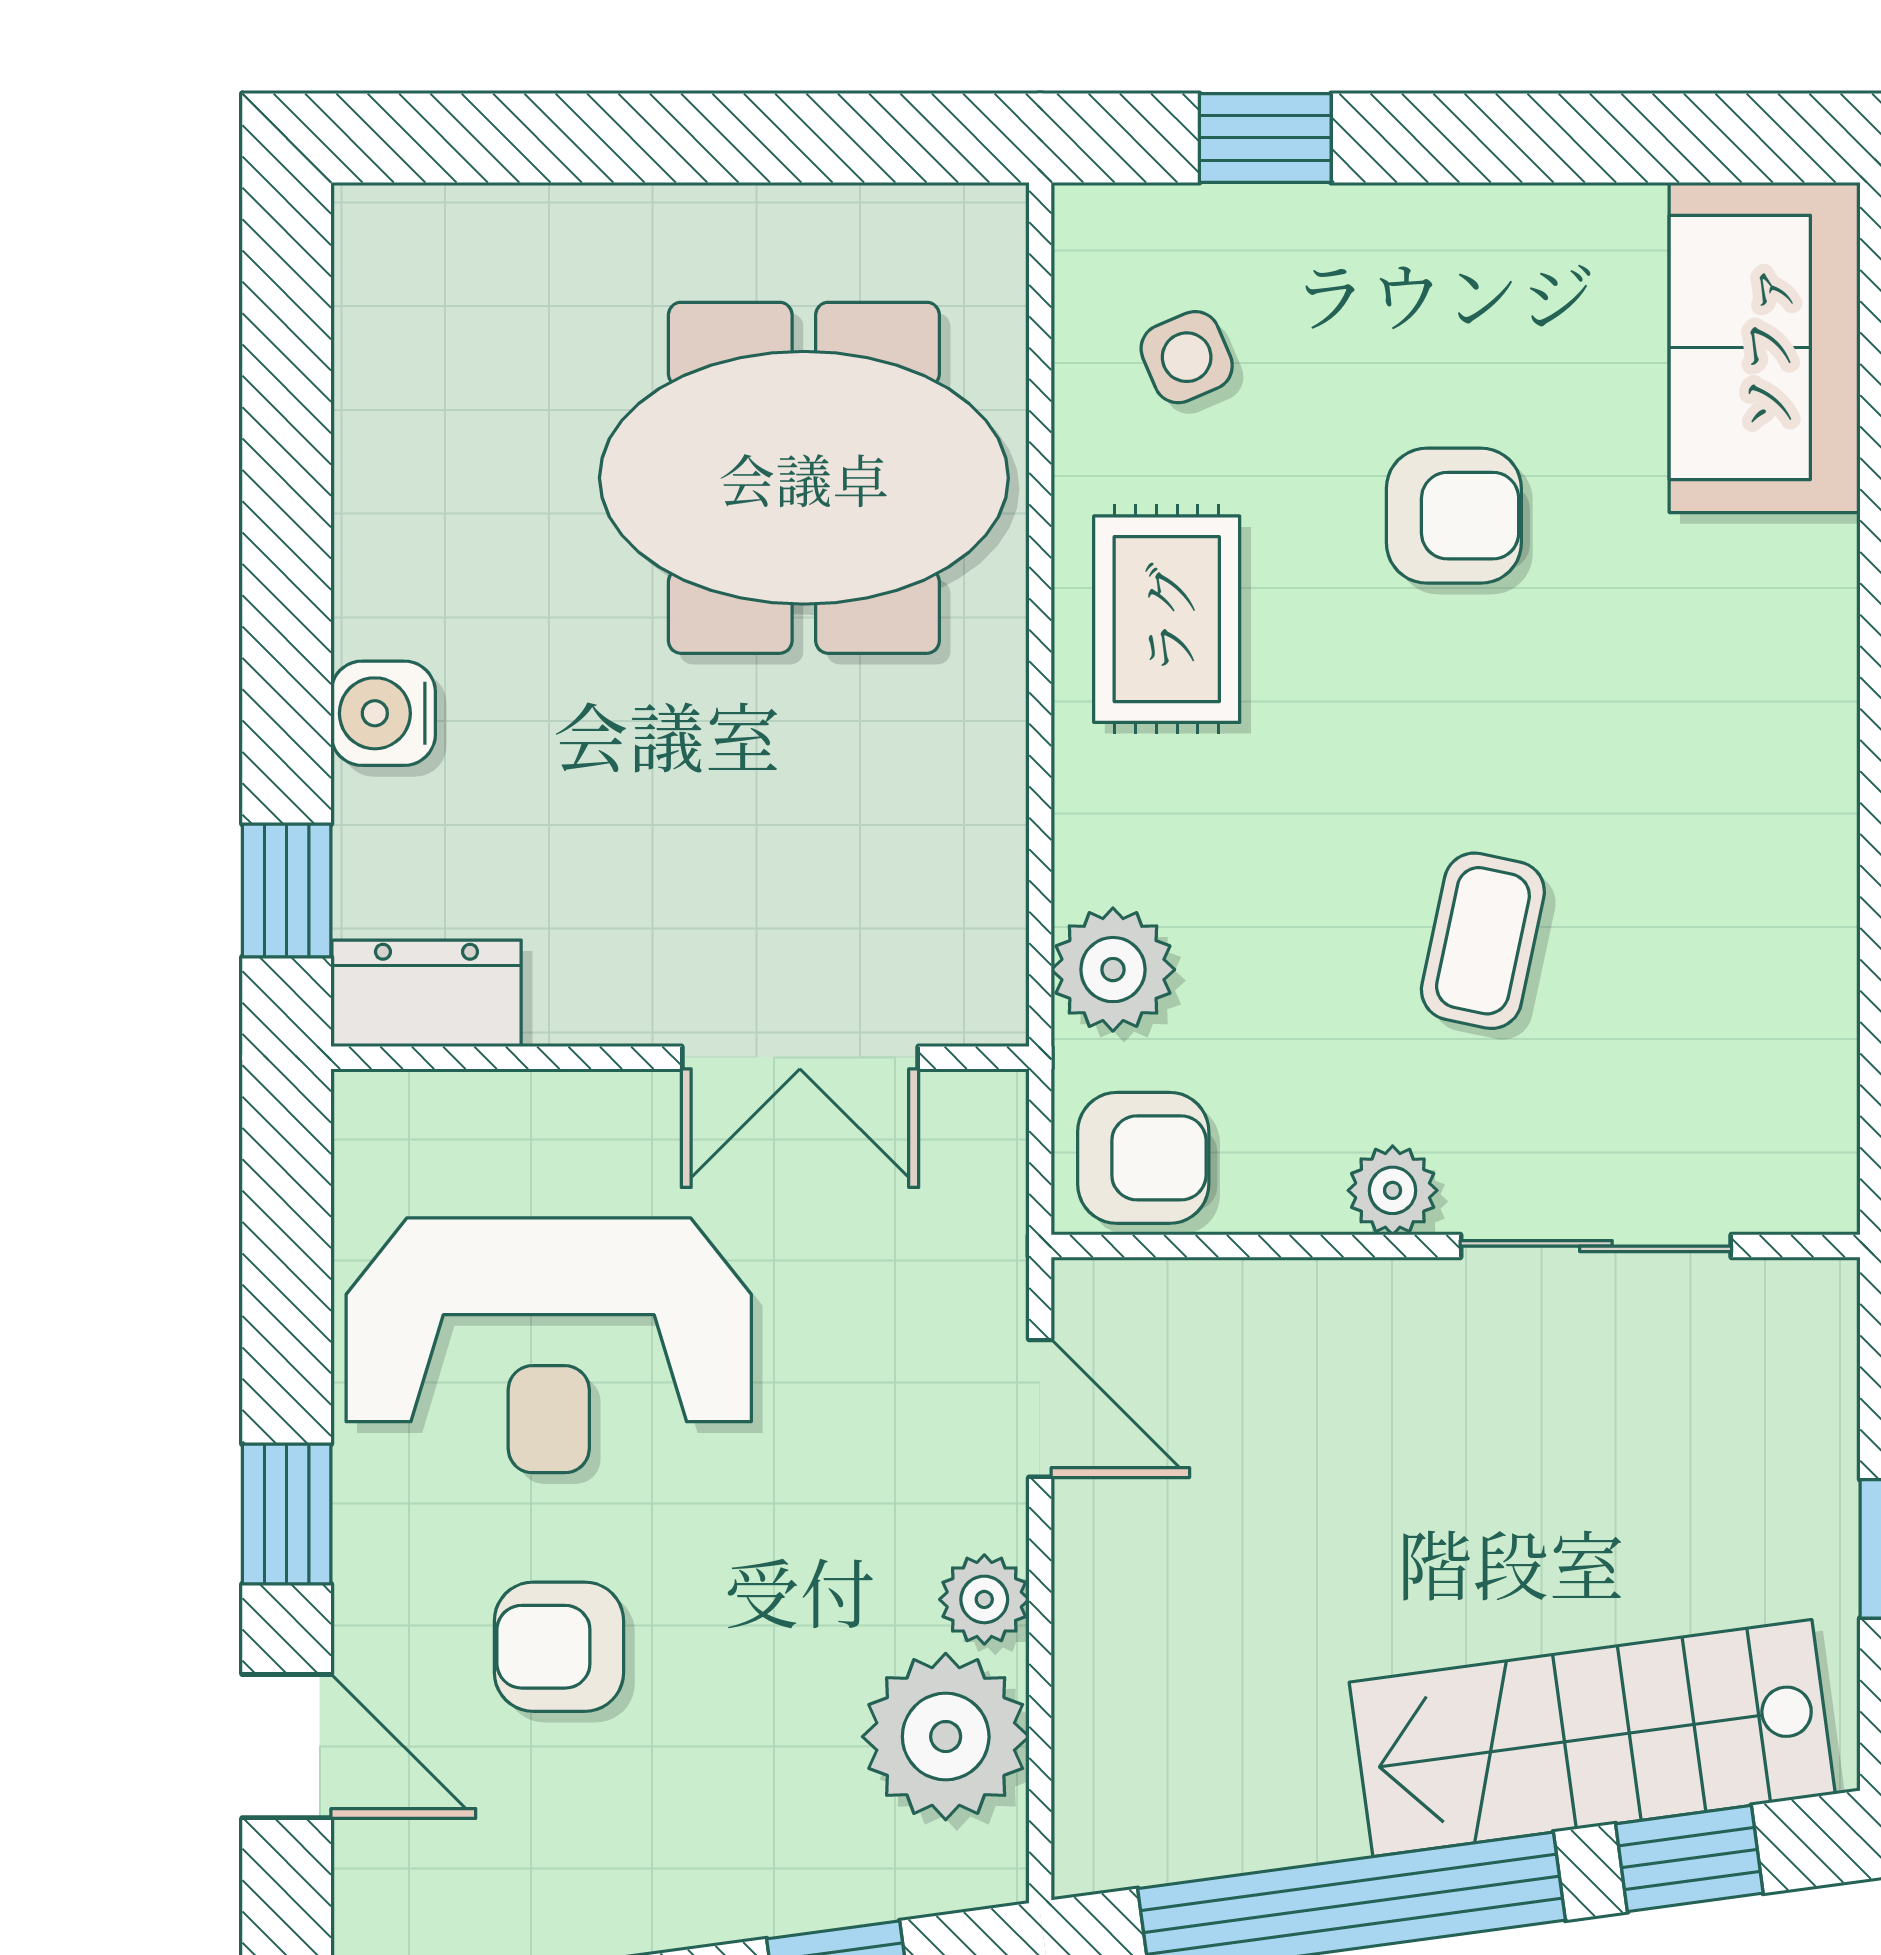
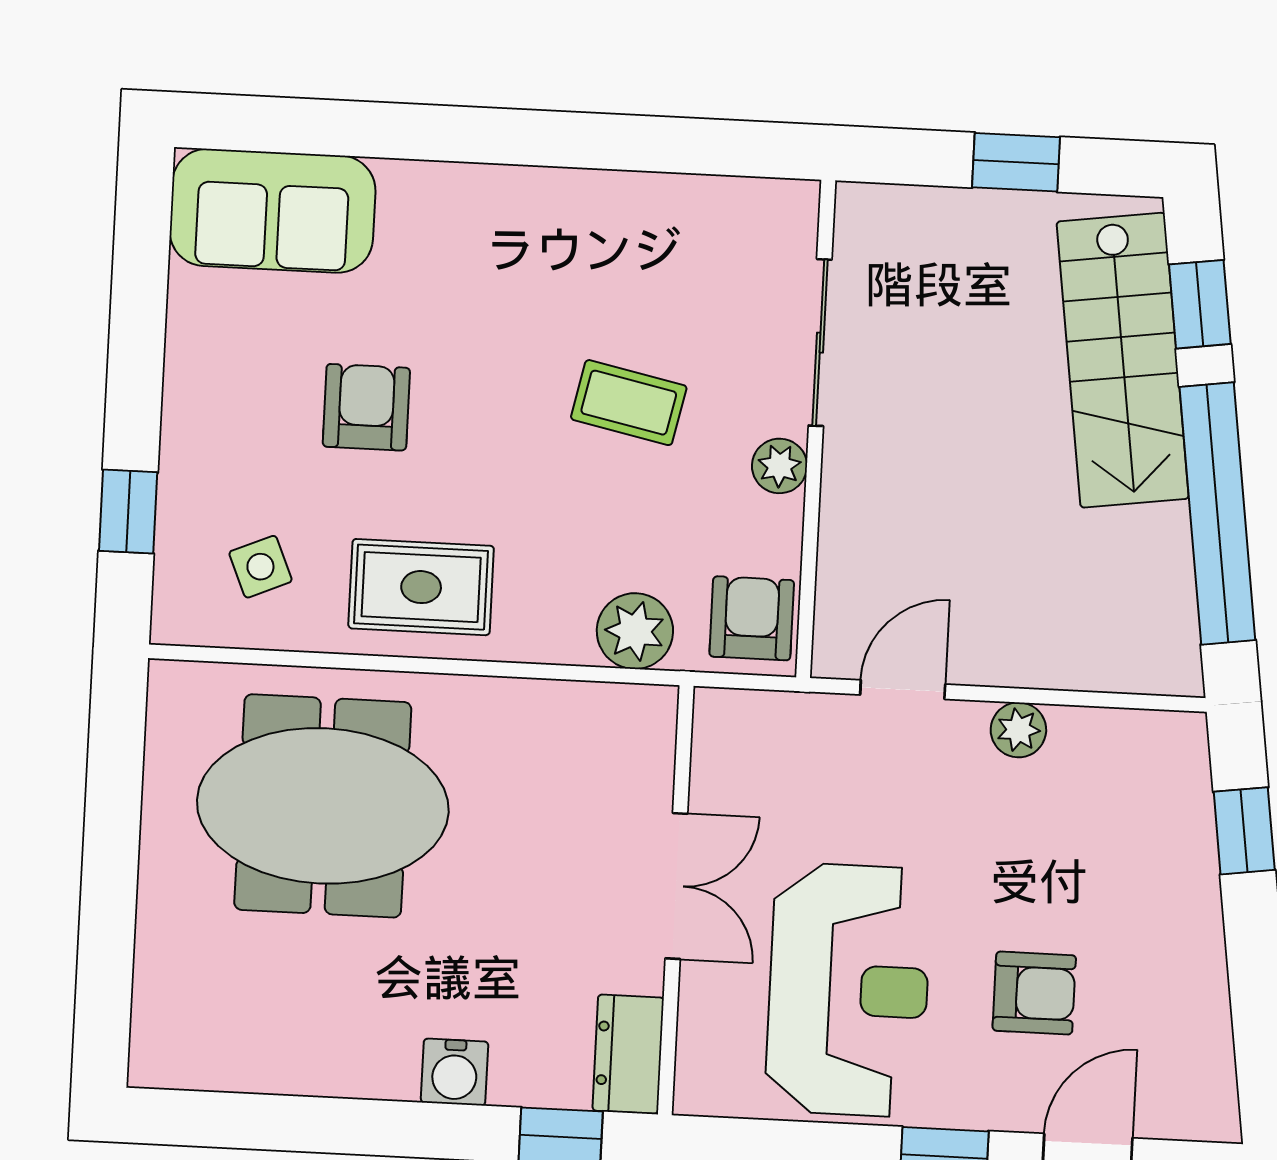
meeting table: (804, 478) -> (323, 806), turned 90
double door: (800, 1058) -> (676, 886), moved
armchair: (559, 1647) -> (1034, 993), turned -90
plant: (946, 1737) -> (1102, 758), removed

